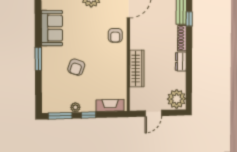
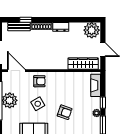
side table: (87, 33) -> (38, 104), added
wardrobe: (137, 68) -> (83, 64), moved

